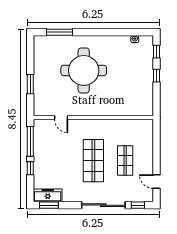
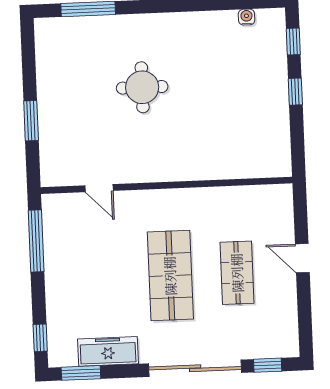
round table: (84, 70) -> (142, 87), width x0.54, depth x0.54
window: (30, 168) -> (40, 338), moved
door: (156, 182) -> (302, 258), moved
freezer: (48, 195) -> (108, 351), moved

